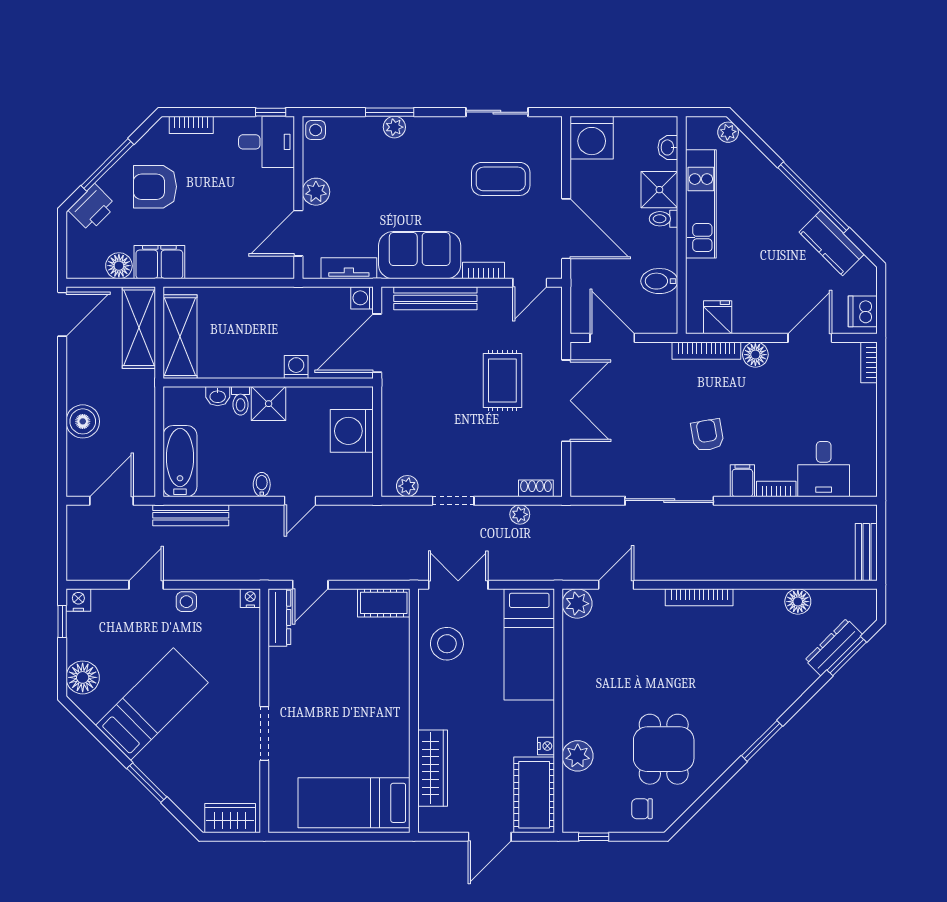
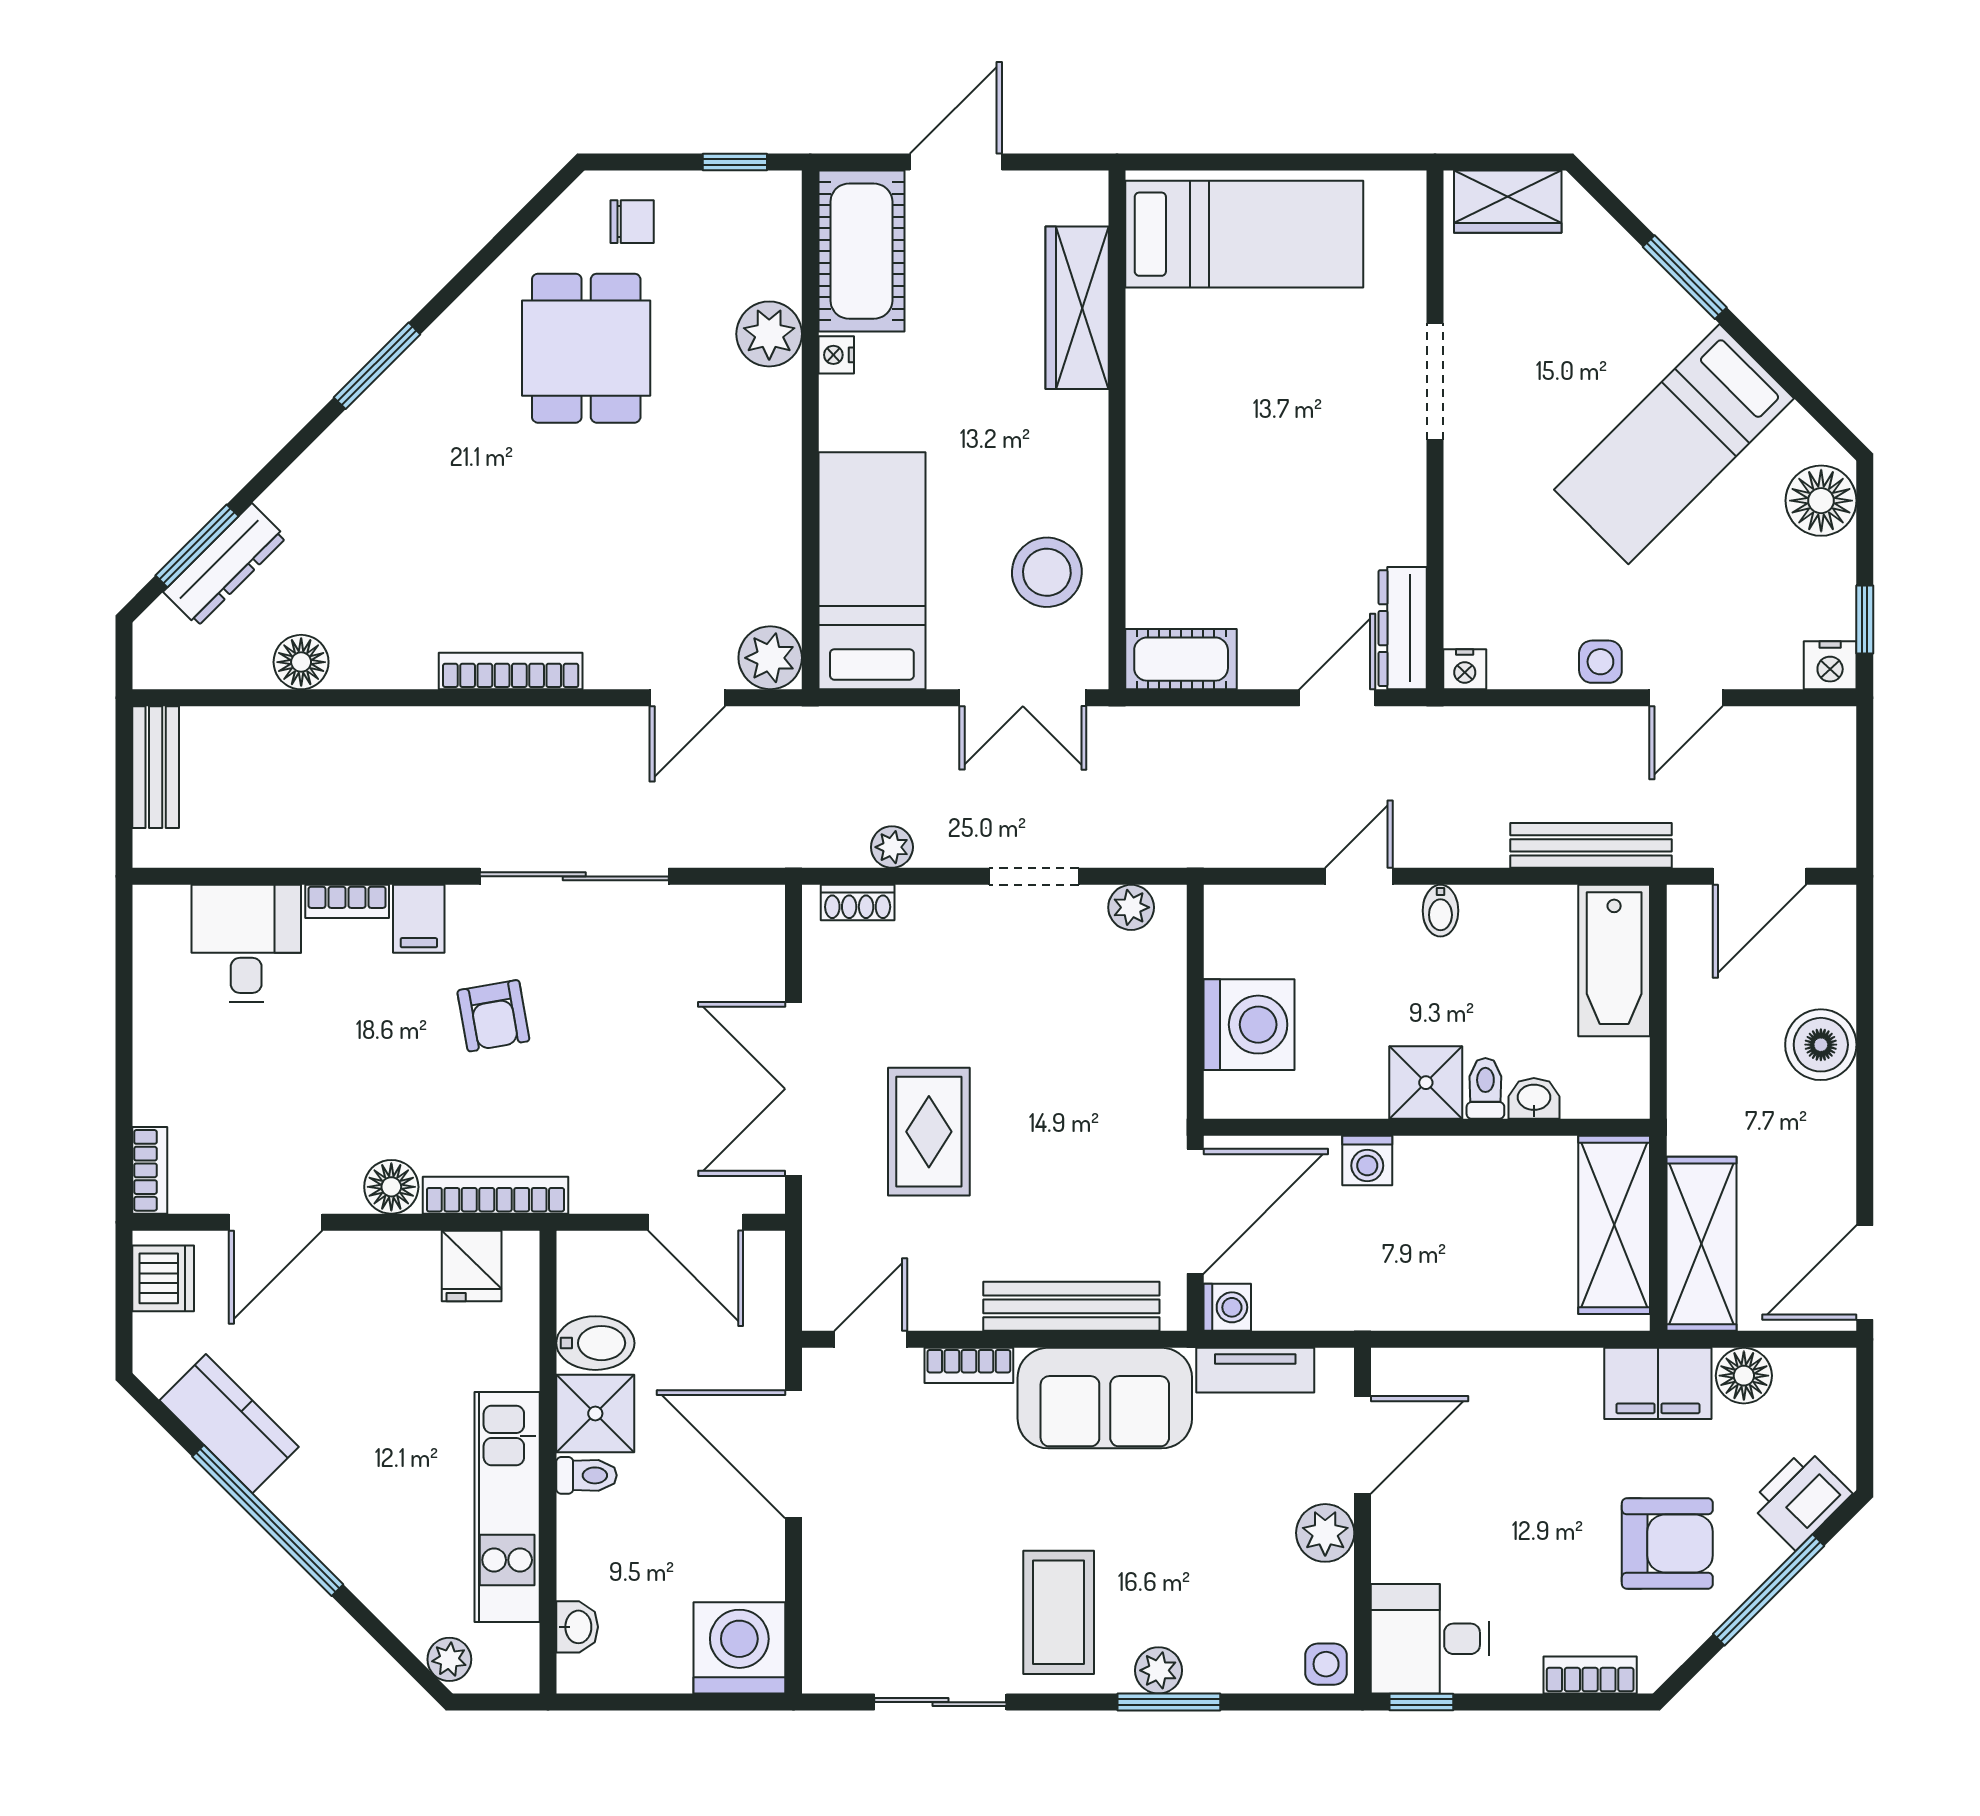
coffee table: (501, 179) -> (1059, 1612), moved, turned 90
shower: (659, 190) -> (595, 1413), moved

